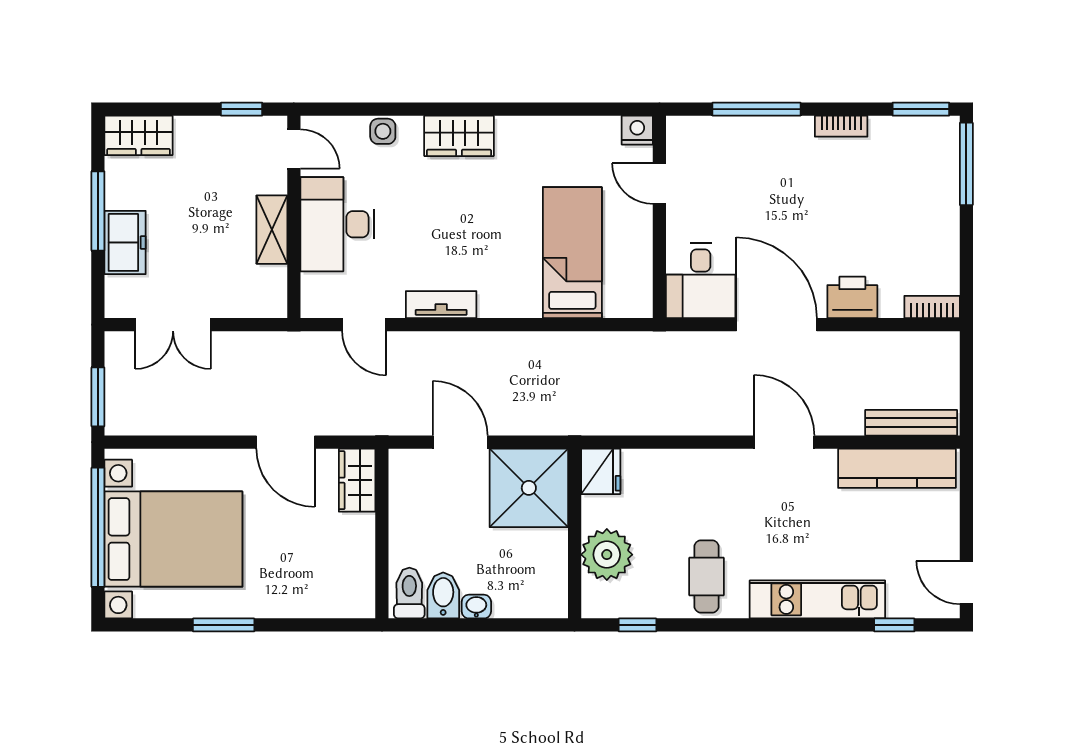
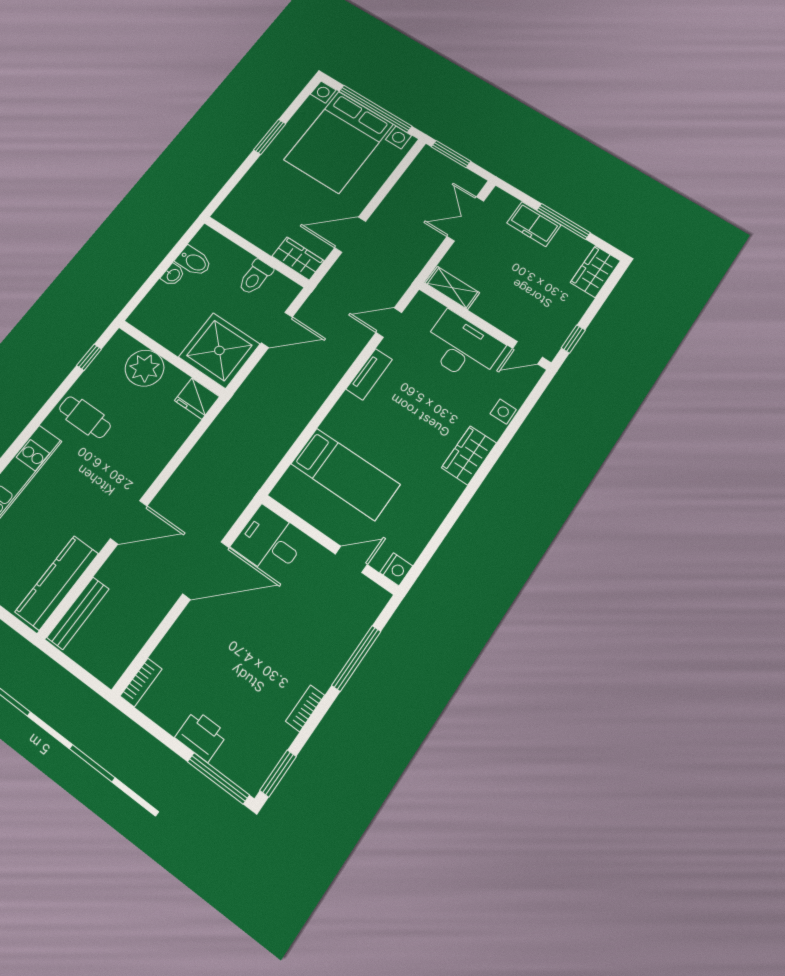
shelving: (272, 230) -> (452, 288), moved
printer: (852, 297) -> (201, 736), moved, turned -90
toilet: (409, 593) -> (255, 277), moved, turned 90

